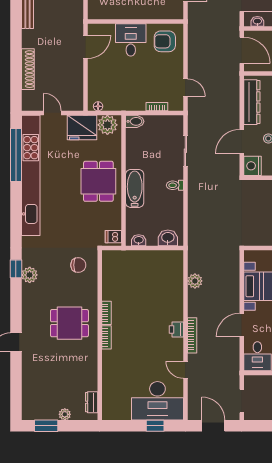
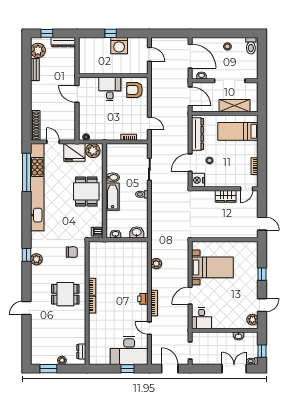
door: (86, 47) -> (77, 94), swing flipped
shoe rack: (28, 69) -> (35, 125), moved
bidet: (135, 121) -> (113, 177), moved

